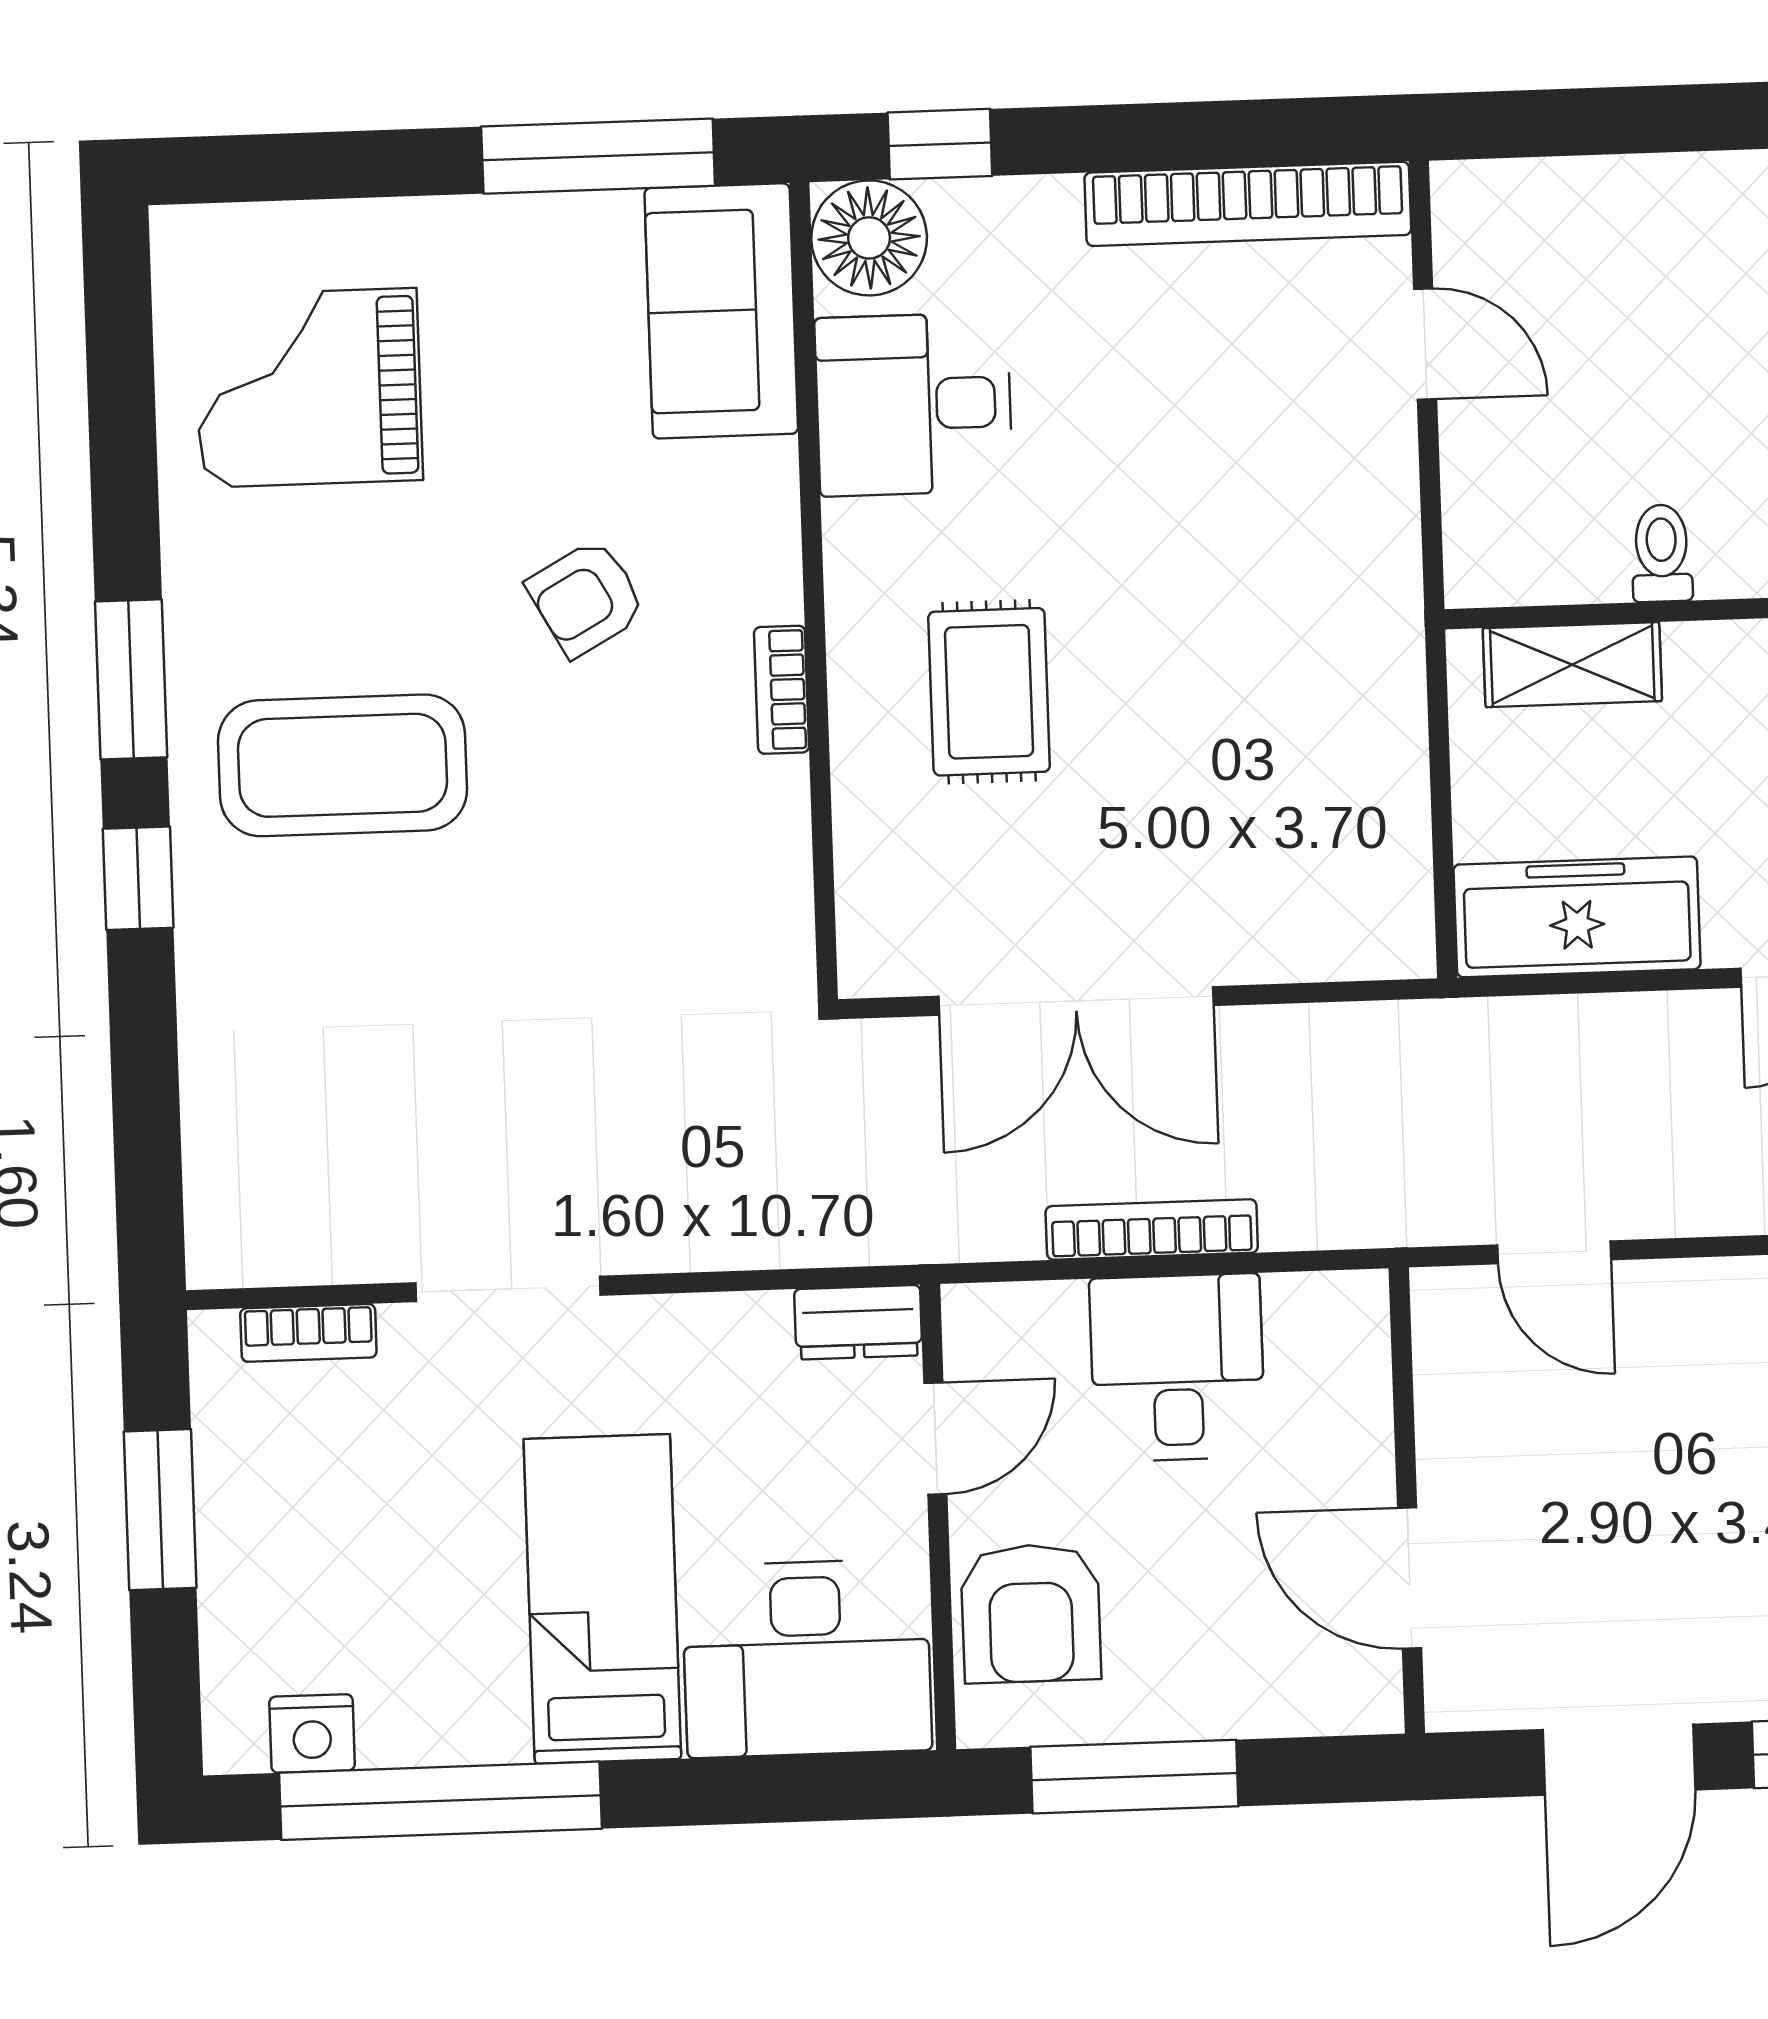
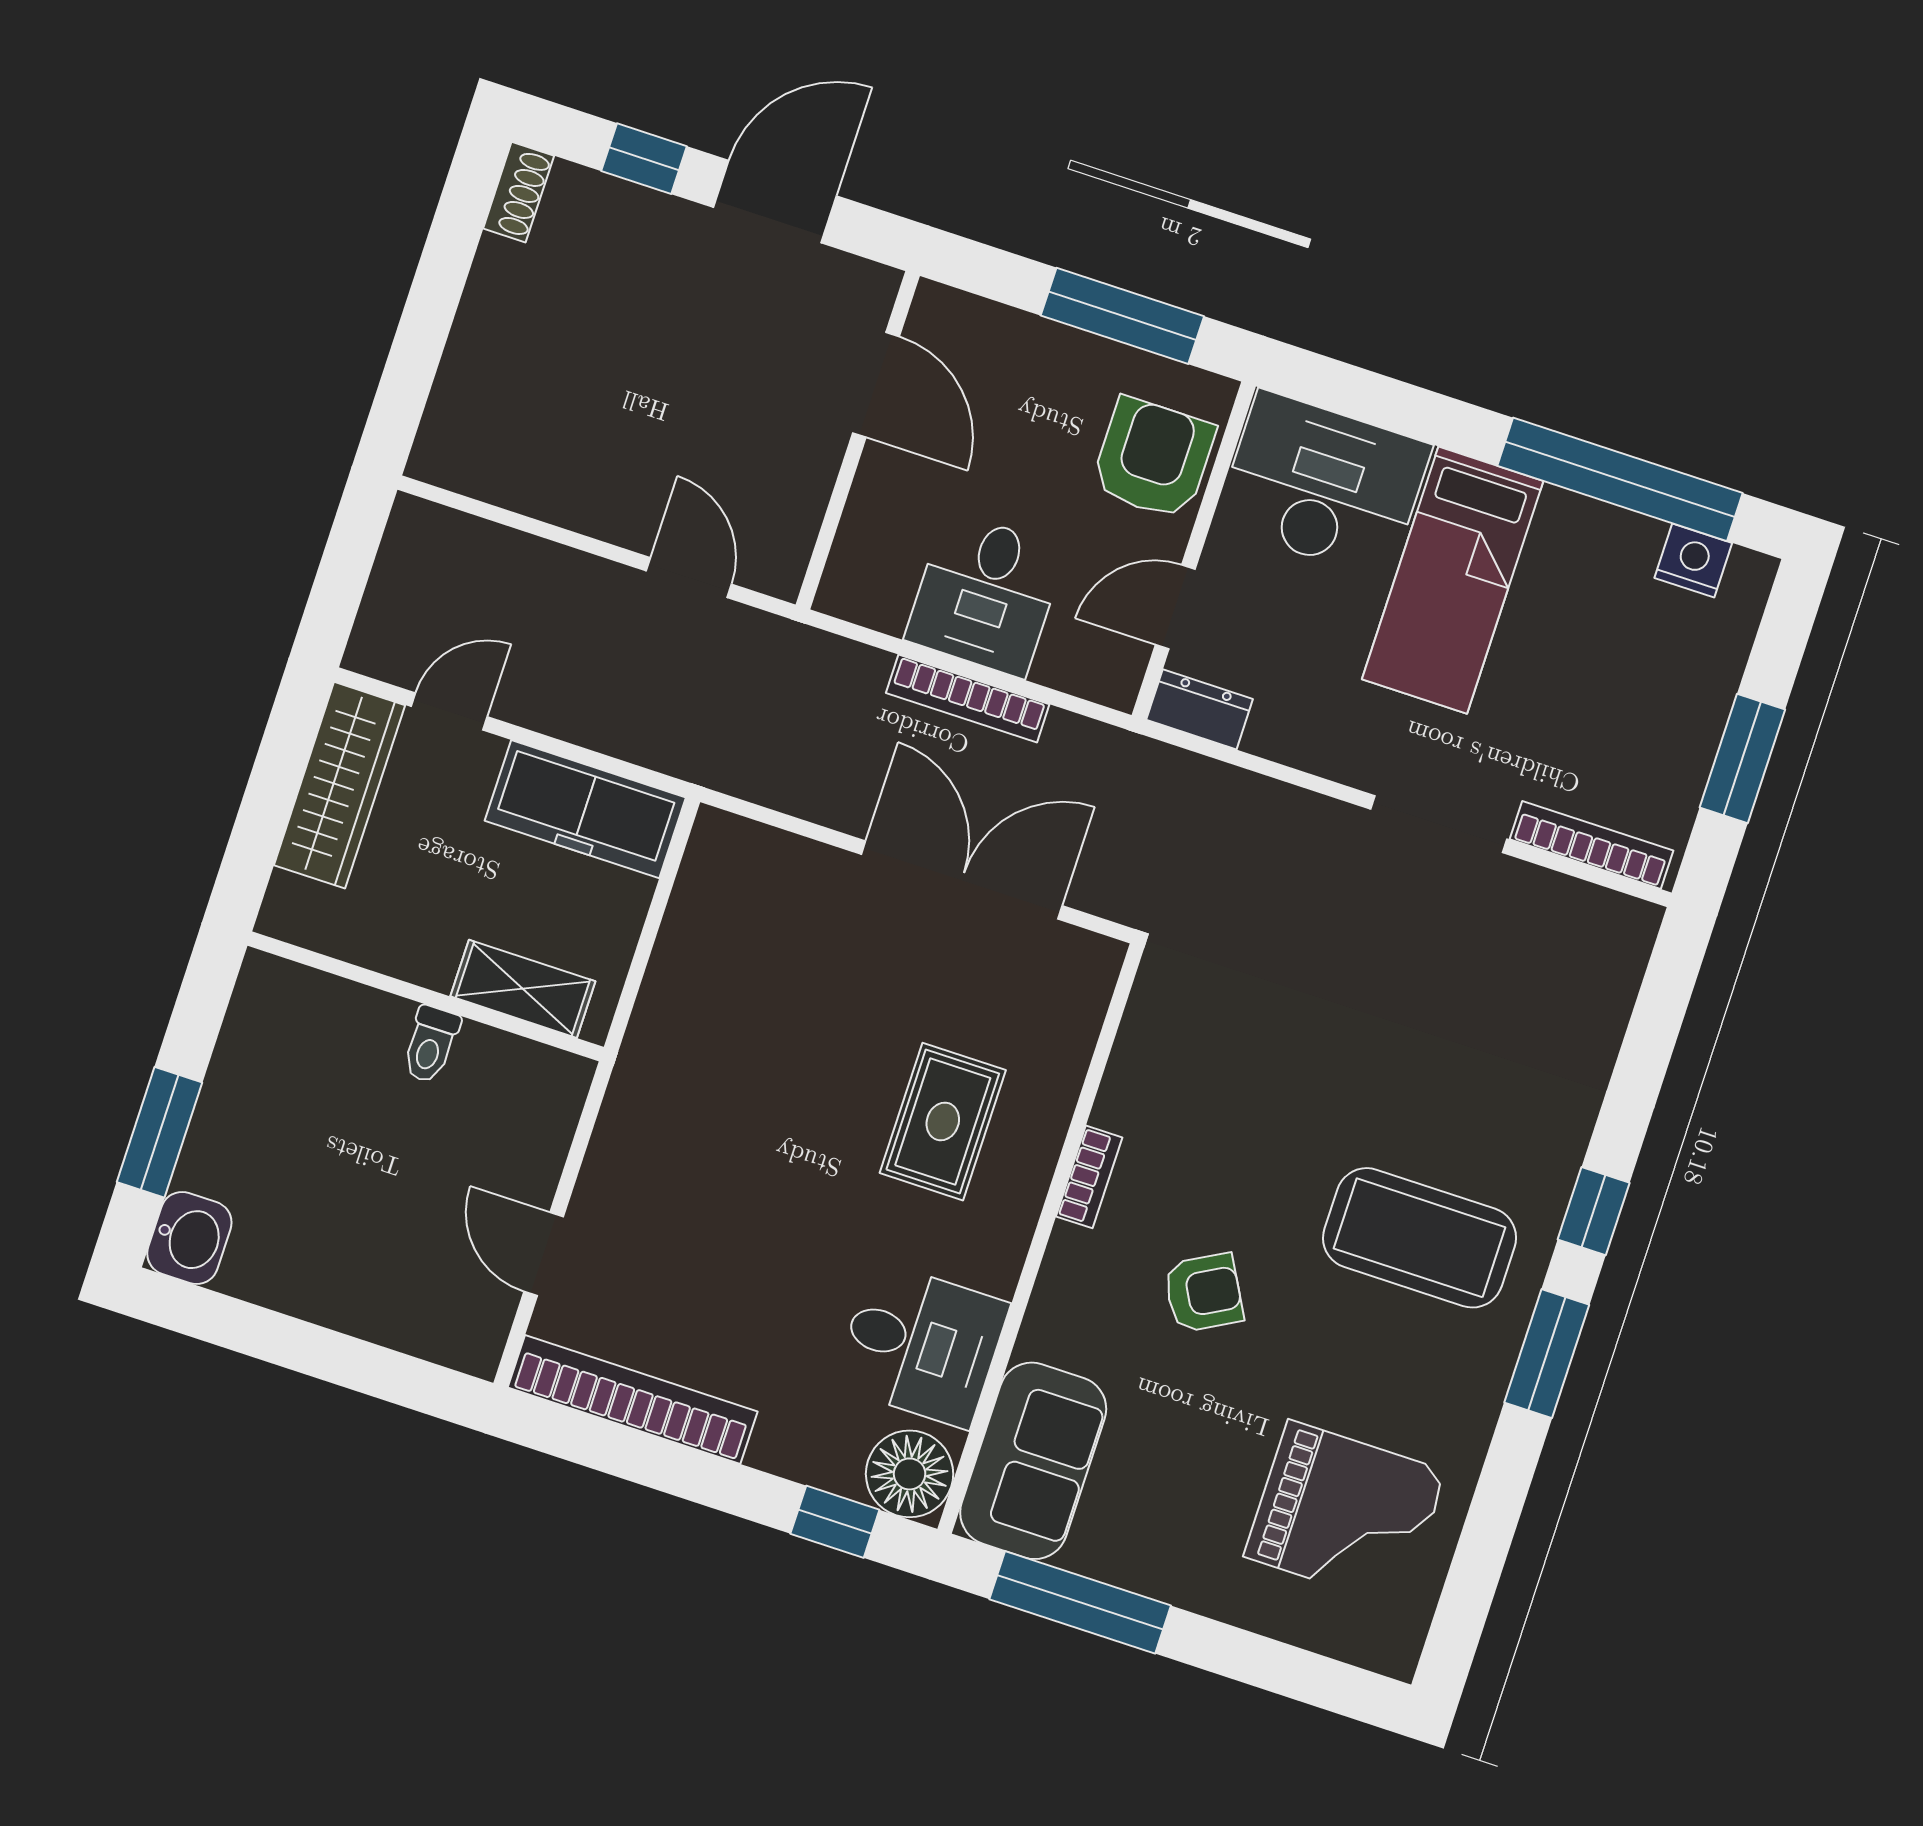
bookcase: (308, 1333) -> (1592, 845), width x1.56

